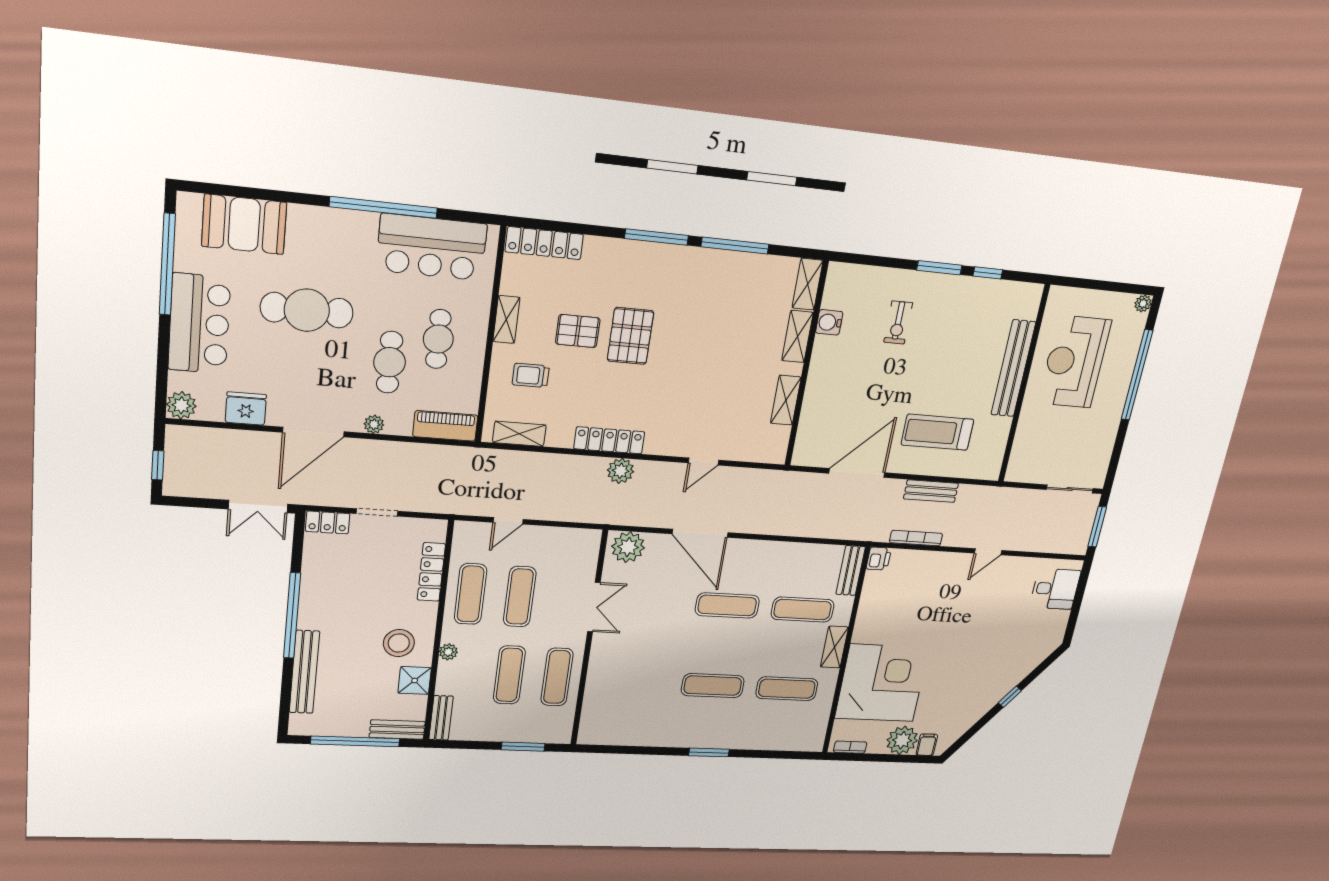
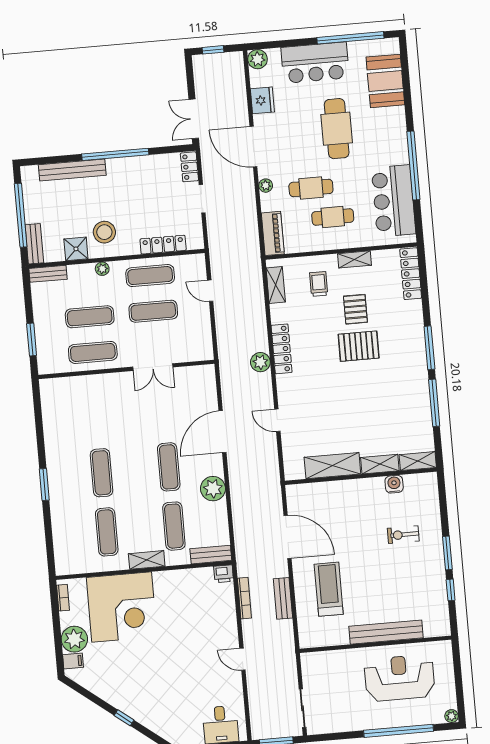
shelving: (786, 400) -> (332, 466), width x1.50, depth x1.33
plant: (628, 547) -> (213, 489), moved

